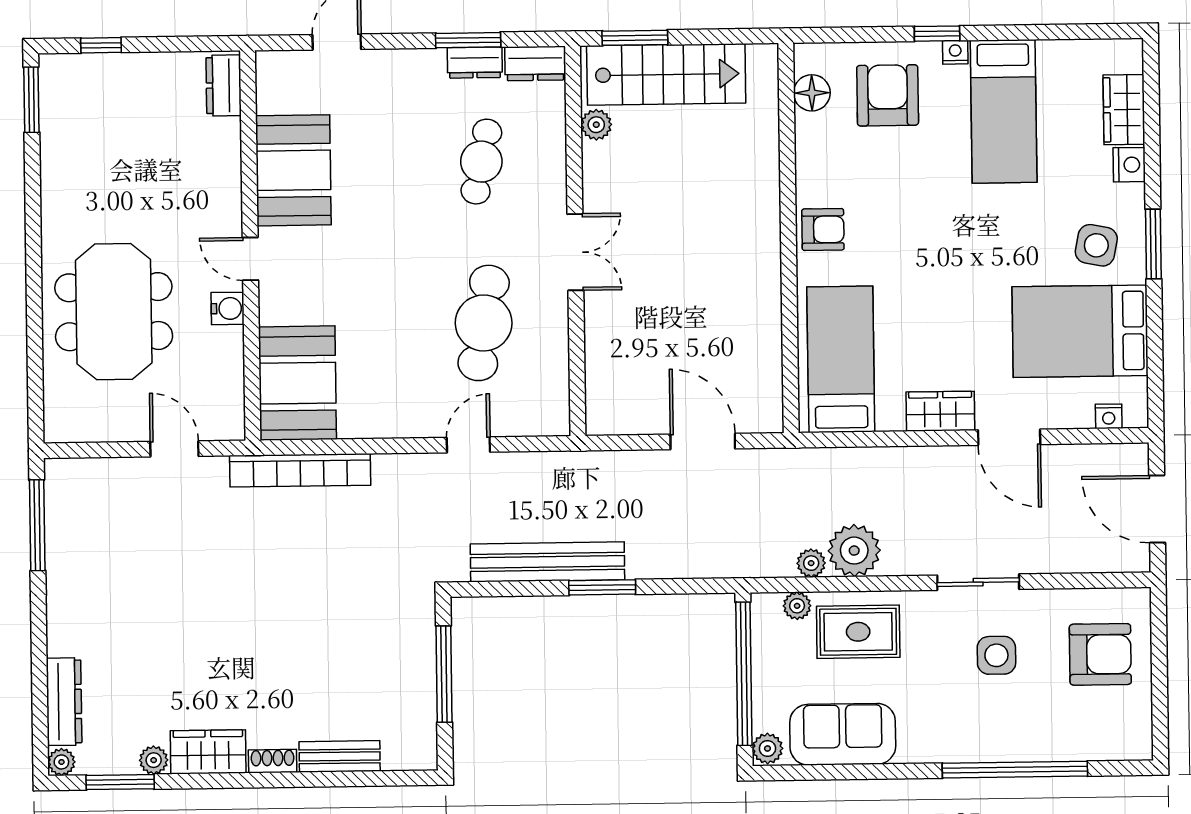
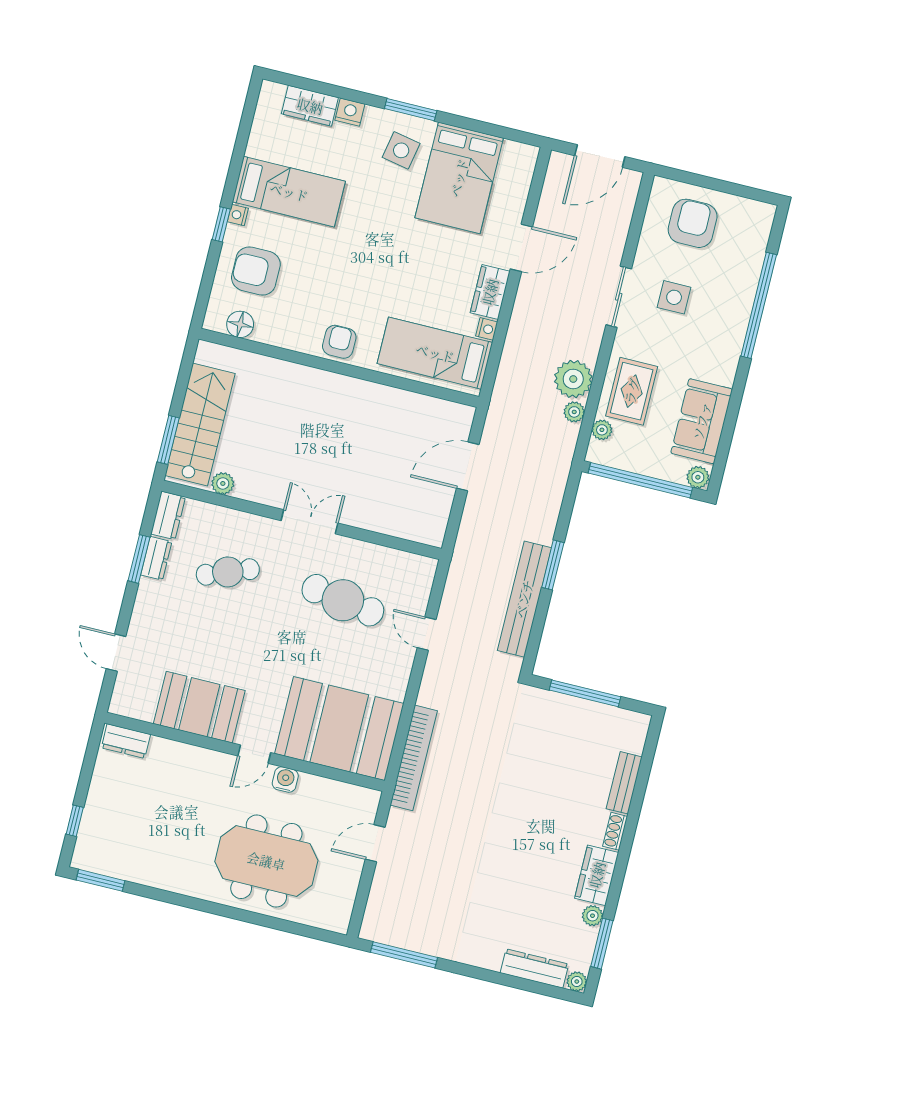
cafe table: (481, 162) -> (228, 572), turned -33
booth: (297, 383) -> (339, 729), width x1.36, depth x1.42
nightstand: (1109, 416) -> (487, 329), moved

